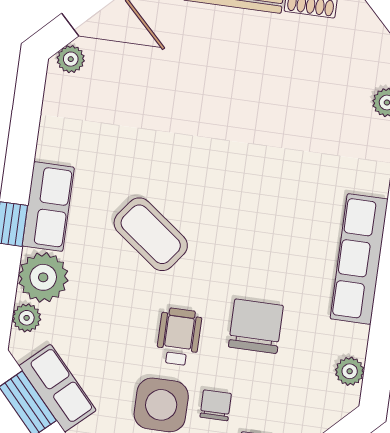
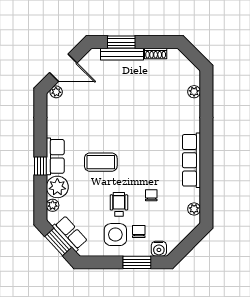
coffee table: (151, 234) -> (101, 162), turned -37
chair: (256, 326) -> (151, 195), width x0.54, depth x0.54

